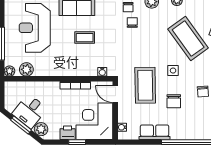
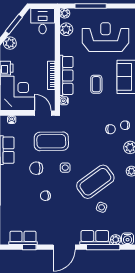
row of seats: (75, 69) -> (66, 75), added
door: (115, 94) -> (43, 113), hinge flipped
desk: (30, 111) -> (43, 21), moved, turned 52

